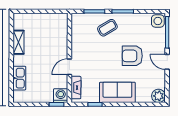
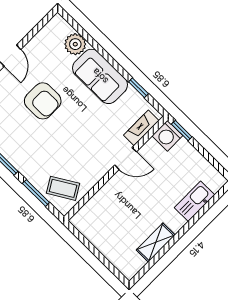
coffee table: (107, 28) -> (63, 188), moved
plant: (158, 96) -> (75, 44), moved

